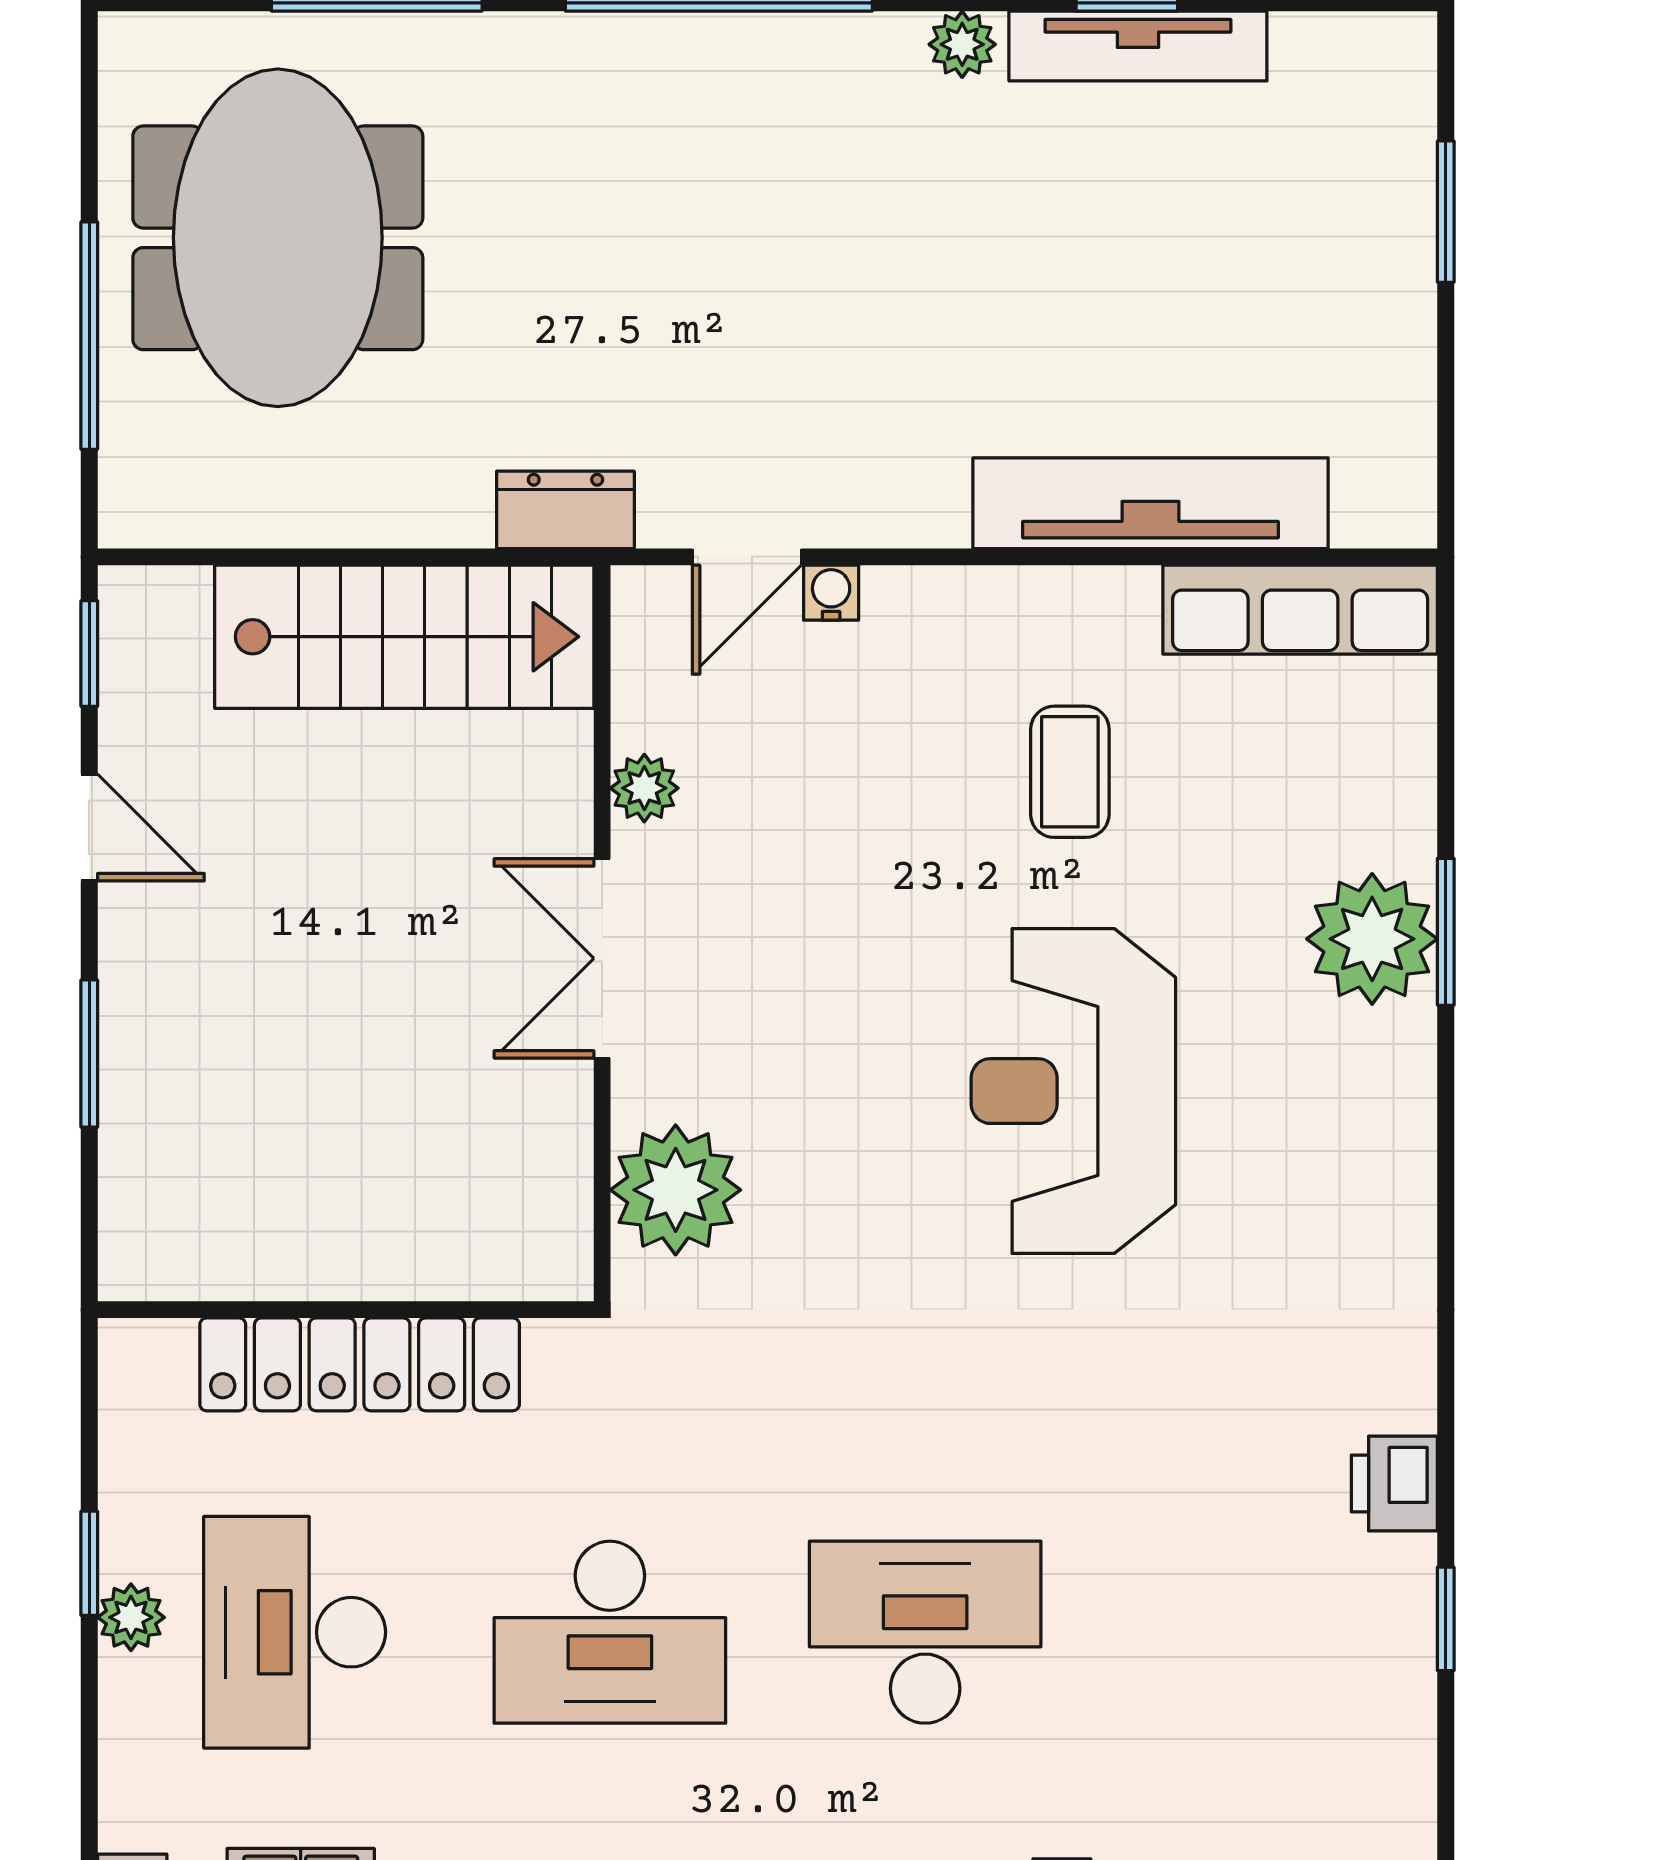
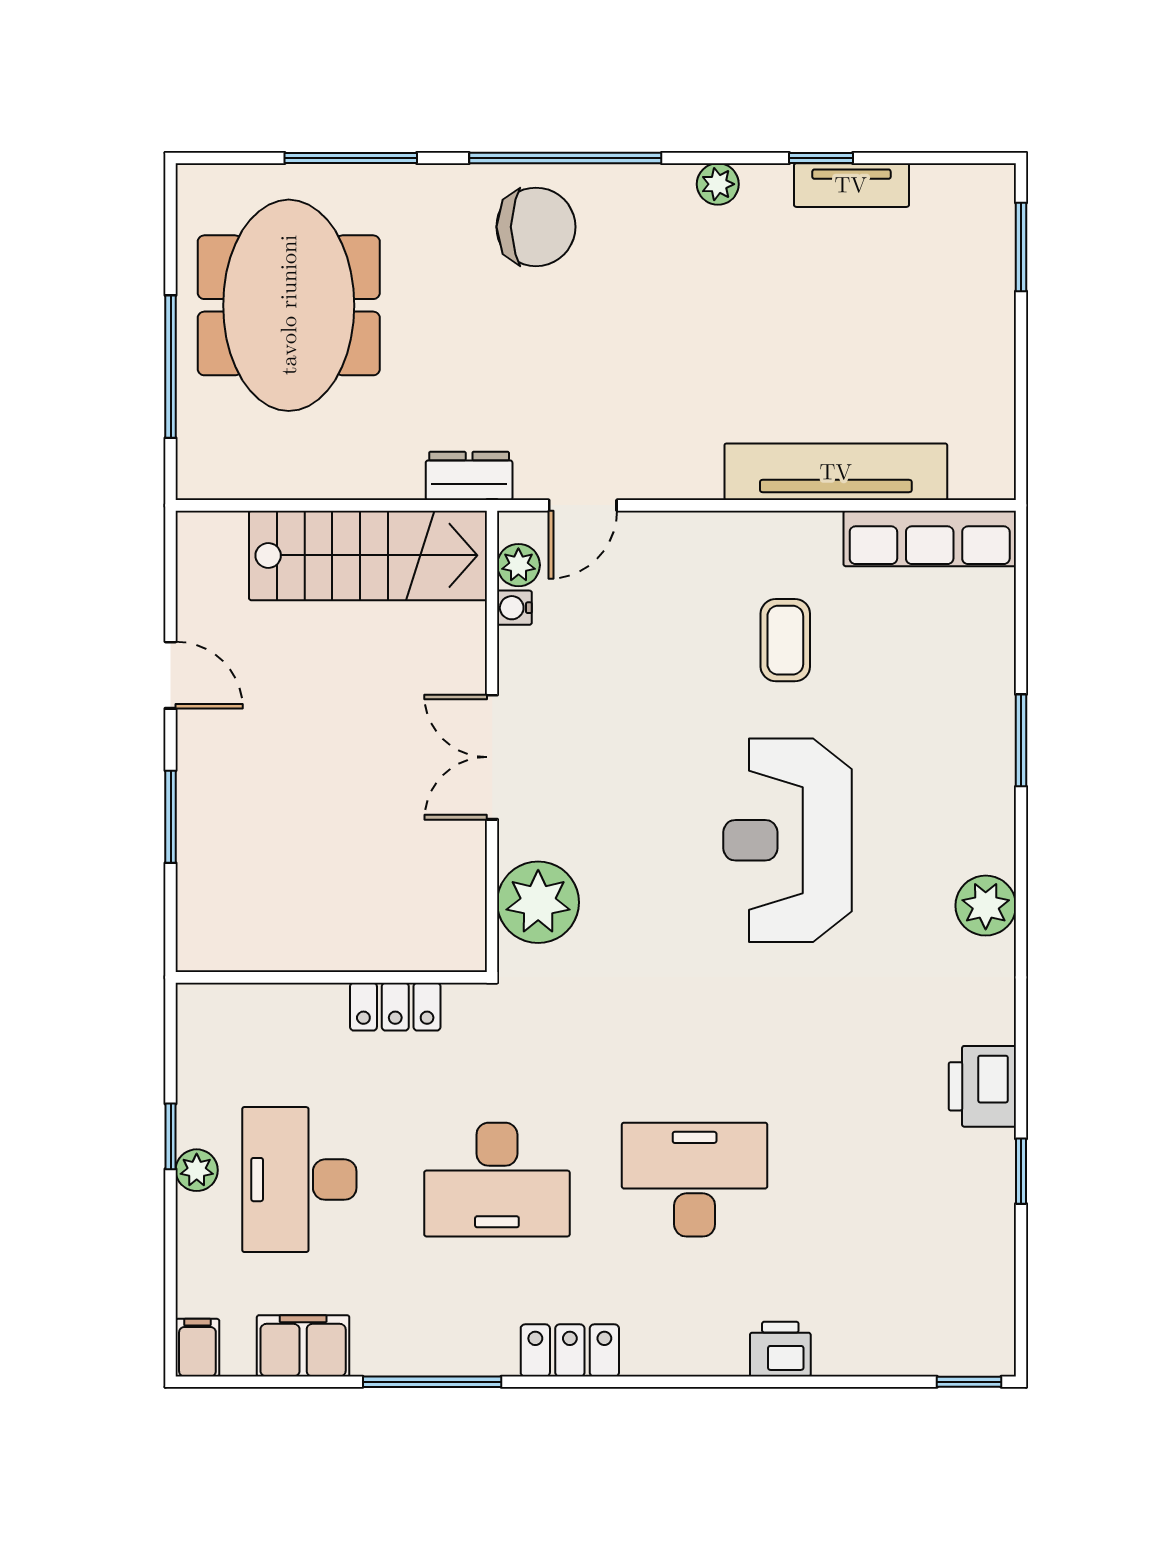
tv unit: (1138, 46) -> (851, 185), width x0.71
chair: (672, 113) -> (536, 227), added
window: (1446, 212) -> (1021, 247), moved
water cooler: (831, 593) -> (514, 608), moved, turned -90
window: (89, 654) -> (171, 566), removed
plant: (644, 788) -> (518, 565), moved
plant: (1372, 939) -> (986, 906), moved, width x0.73, depth x0.73
locker: (360, 1364) -> (395, 1007), width x0.46, depth x0.83
printer: (1394, 1484) -> (982, 1086), width x1.36, depth x1.24

